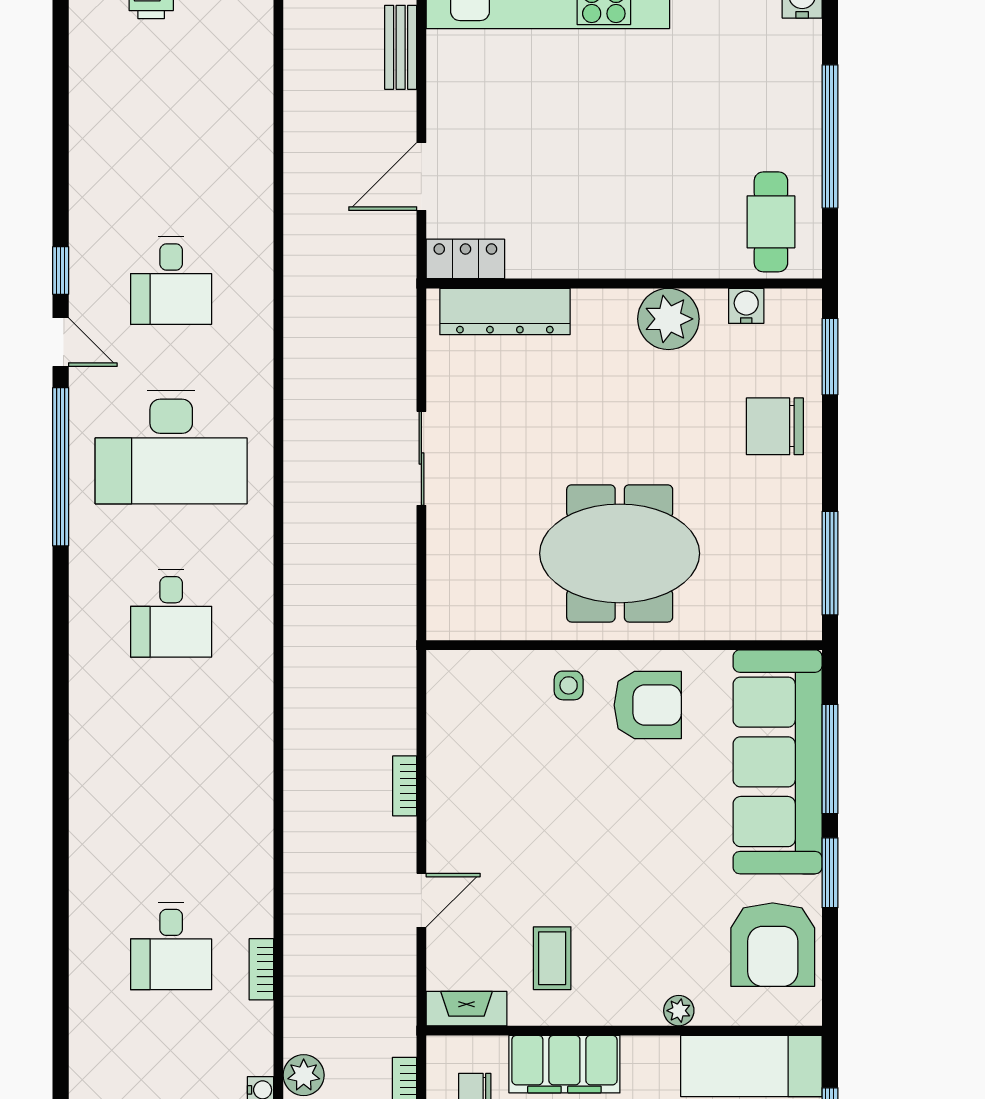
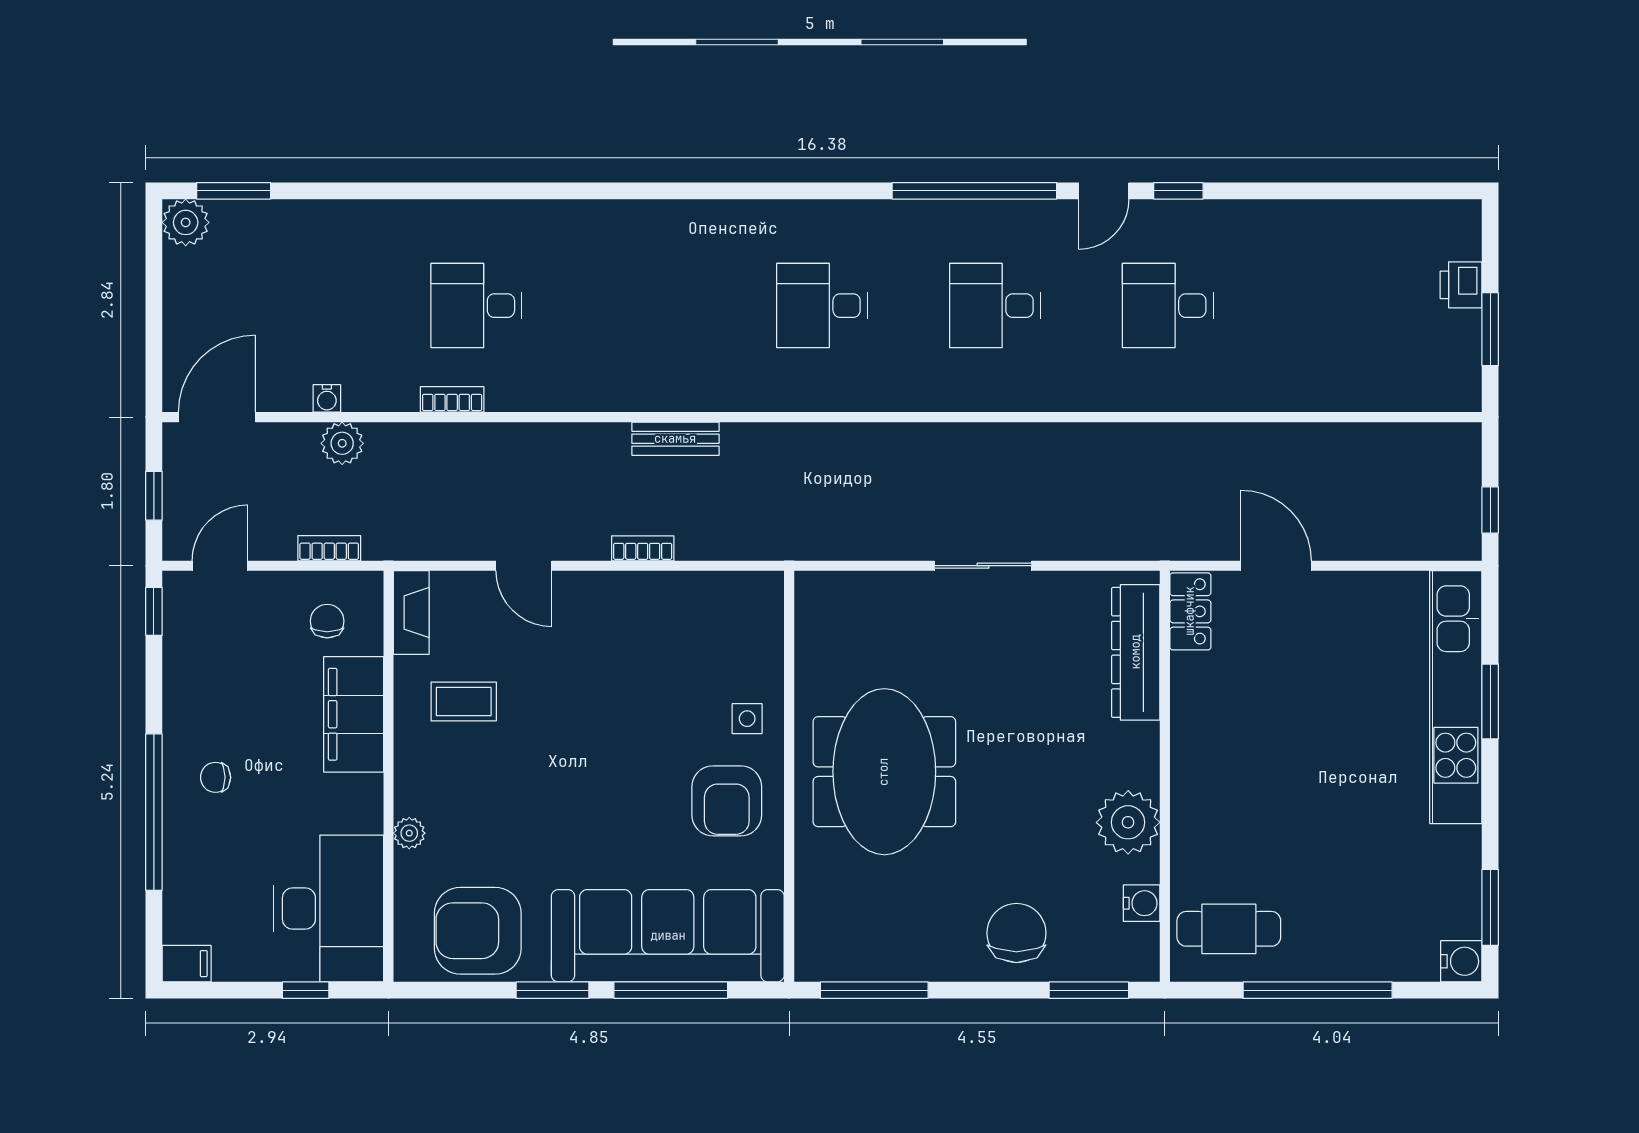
bench: (401, 47) -> (675, 439), moved
desk: (171, 447) -> (995, 306), width x0.53, depth x0.77

